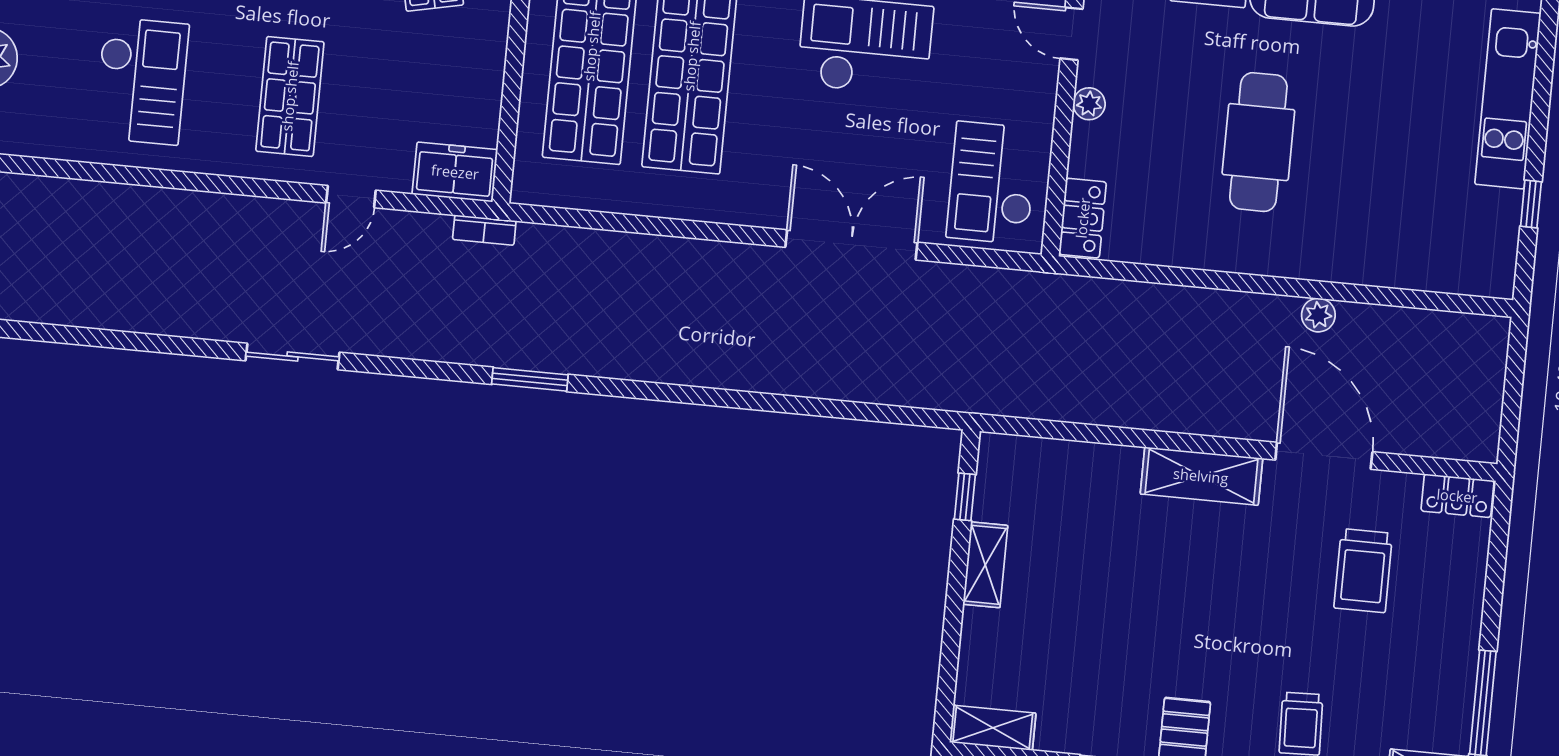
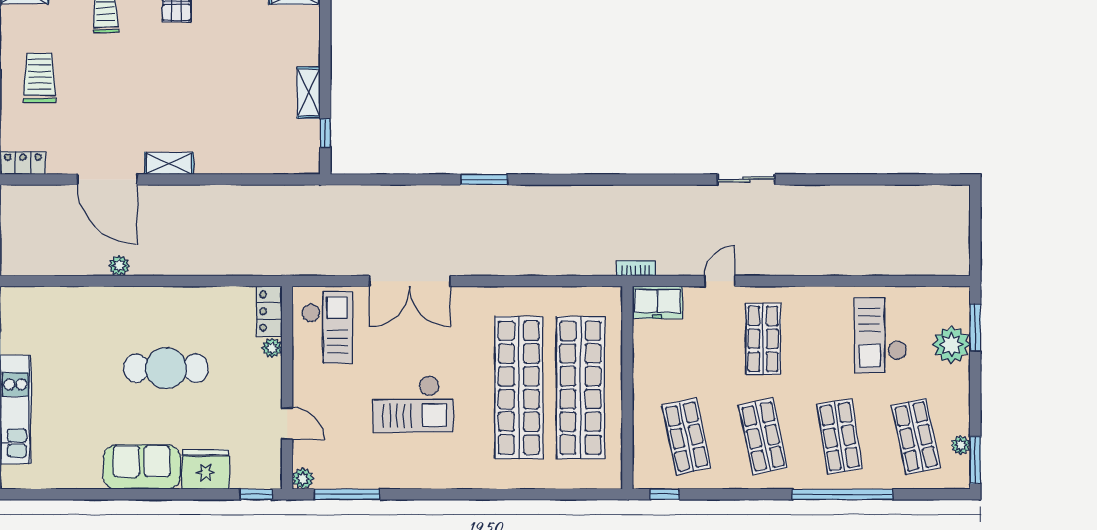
checkout: (141, 81) -> (880, 335), moved
plant: (1089, 104) -> (272, 348), moved
cafe table: (1258, 142) -> (166, 368), turned 90
window: (530, 379) -> (484, 179), moved
shelving: (1201, 476) -> (169, 163), width x0.67, depth x0.75
trolley: (1363, 571) -> (40, 78), moved

